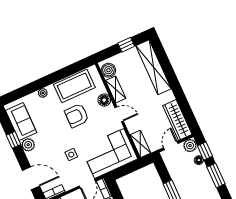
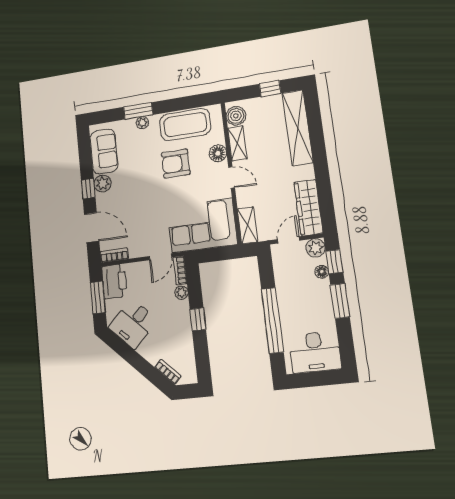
window: (37, 85) -> (138, 111), added
window: (14, 140) -> (88, 189), moved
side table: (71, 155) -> (152, 212), removed

